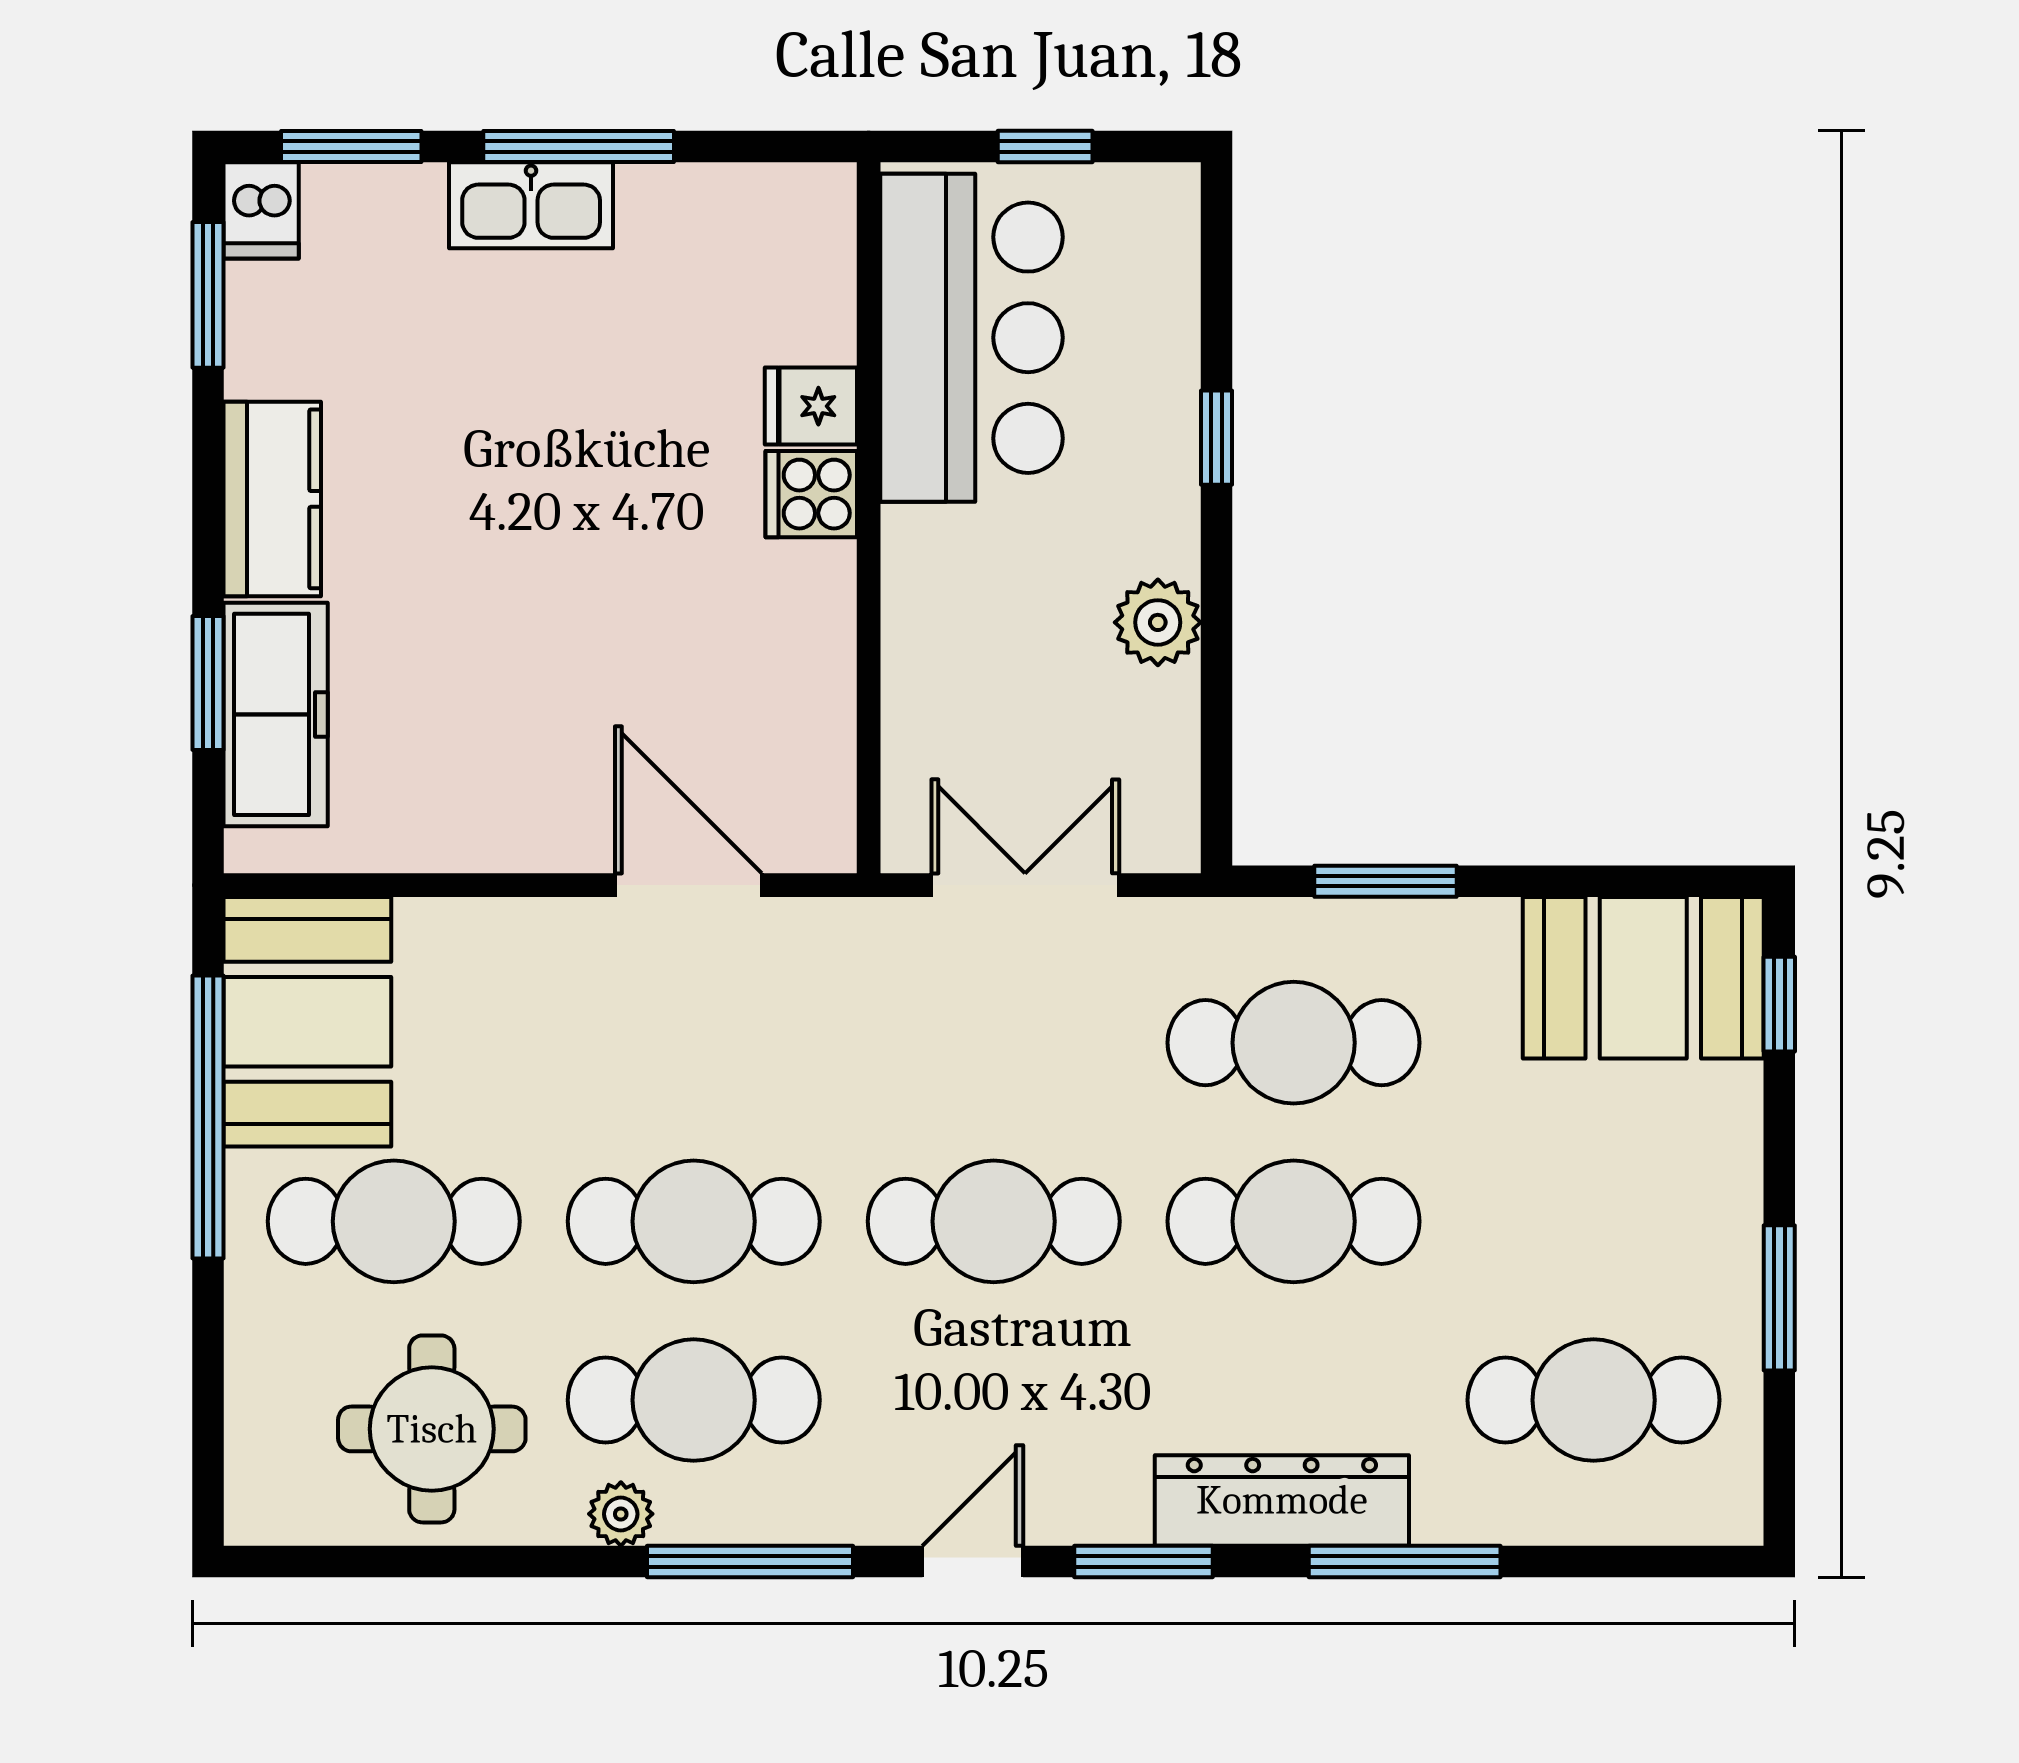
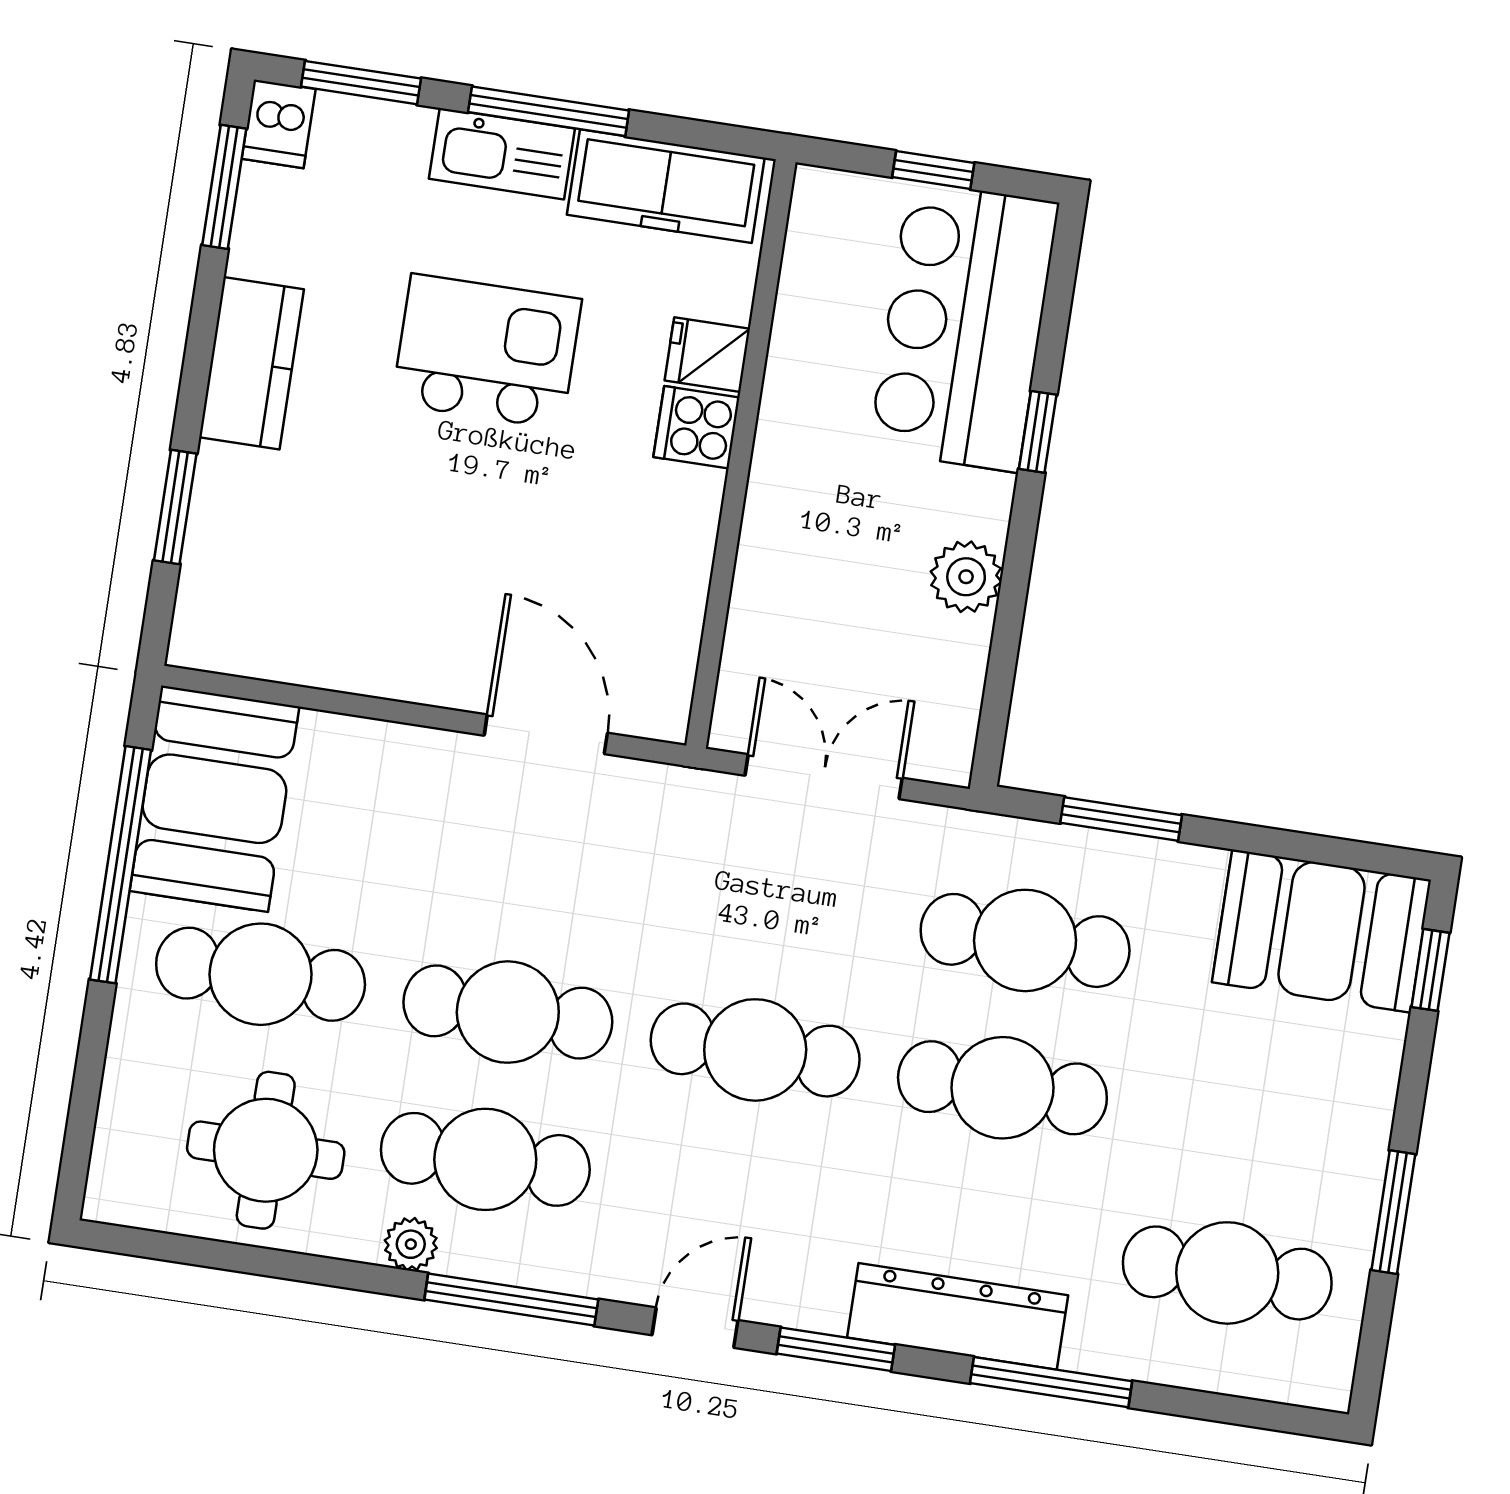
bar counter: (971, 338) -> (964, 326), moved, turned 180
kitchen island: (549, 442) -> (487, 351), added
freezer: (276, 714) -> (666, 186), moved, turned 90

